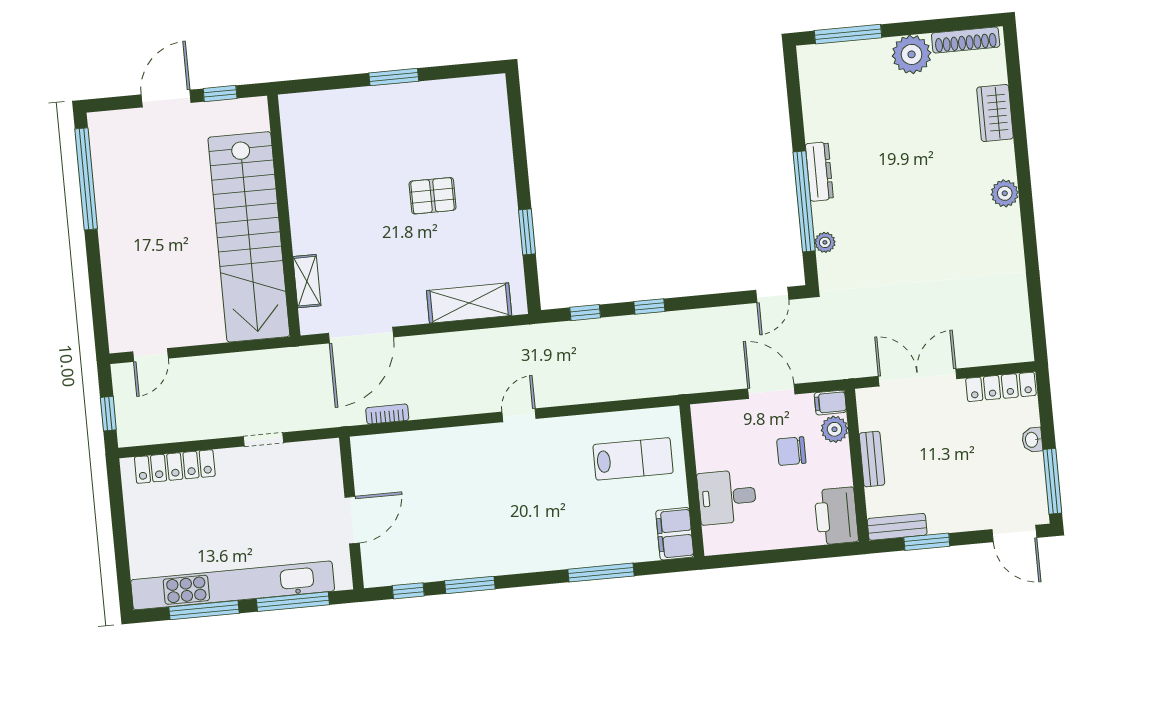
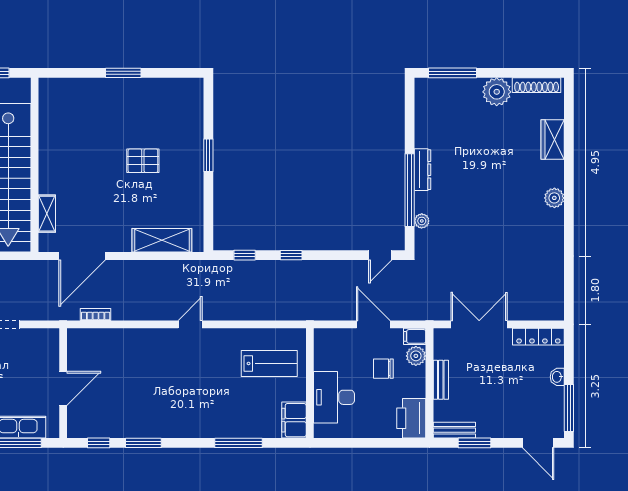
window: (527, 232) -> (208, 155), moved
desk: (727, 497) -> (334, 397), width x1.37

